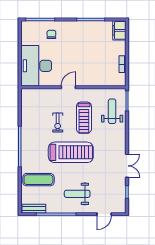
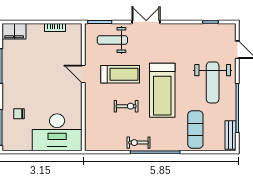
door: (68, 87) -> (83, 74), moved
exercise bike: (28, 133) -> (139, 143), added
treadmill: (71, 152) -> (162, 90), turned 180
double door: (127, 166) -> (146, 22), moved
weight bench: (77, 194) -> (213, 82), width x1.36, depth x1.33

